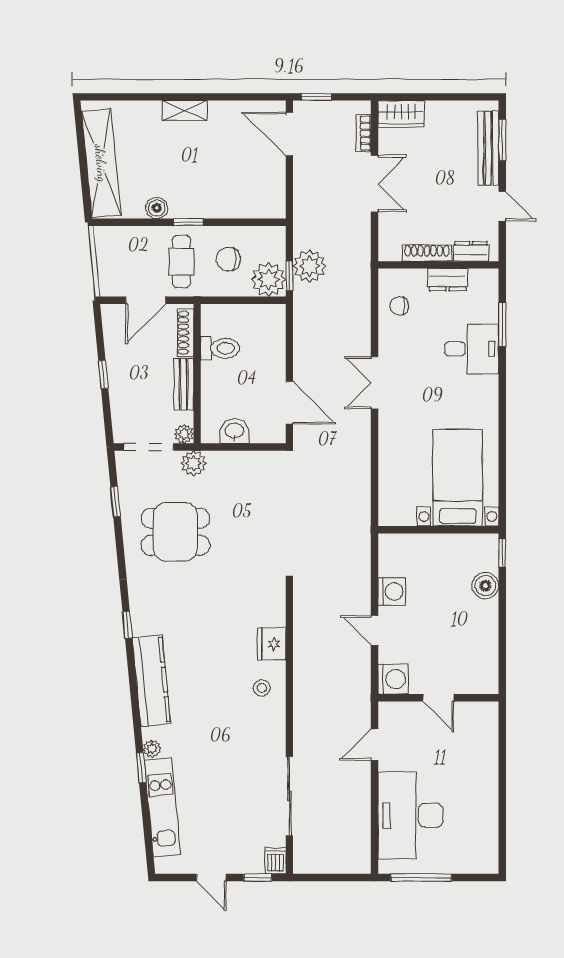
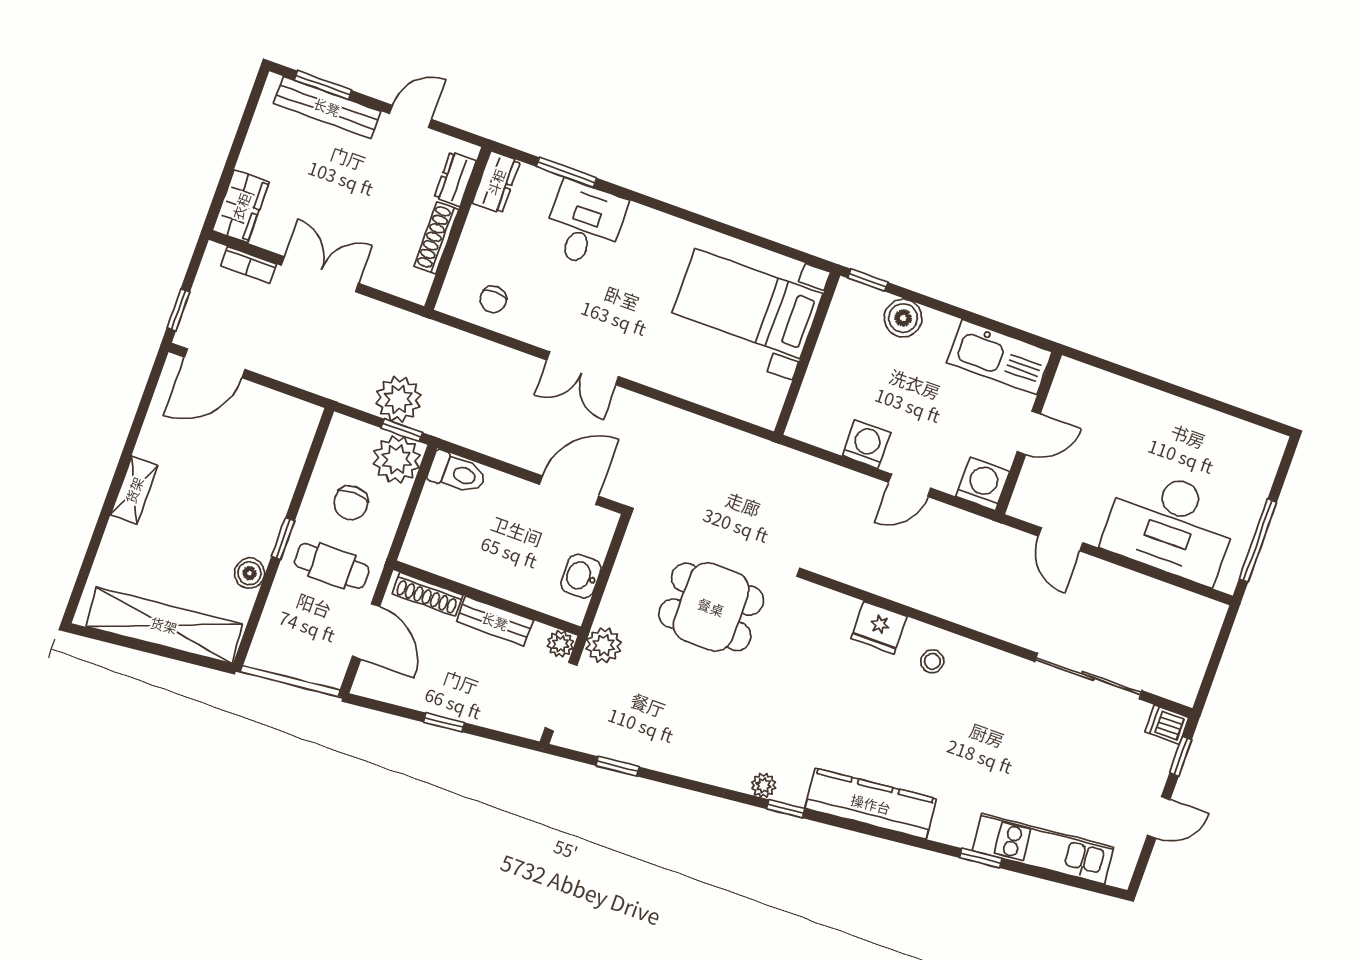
dresser: (448, 280) -> (496, 182), moved
toilet: (220, 348) -> (457, 473), moved, turned 90
dining table: (175, 532) -> (711, 607), moved, turned 90
kitchen sink: (482, 660) -> (1000, 357), added
plant: (152, 749) -> (764, 785), moved

